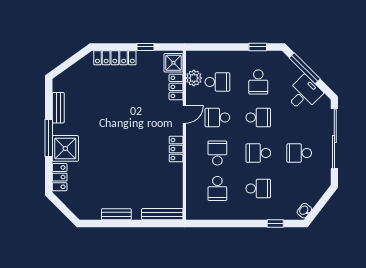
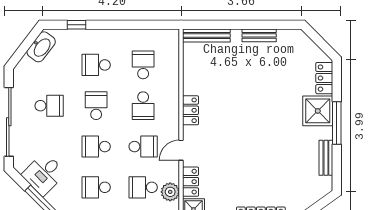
school desk: (258, 82) -> (96, 187), turned -90
school desk: (258, 153) -> (96, 106), turned -90
washbasin: (304, 211) -> (41, 47), width x1.91, depth x1.45

